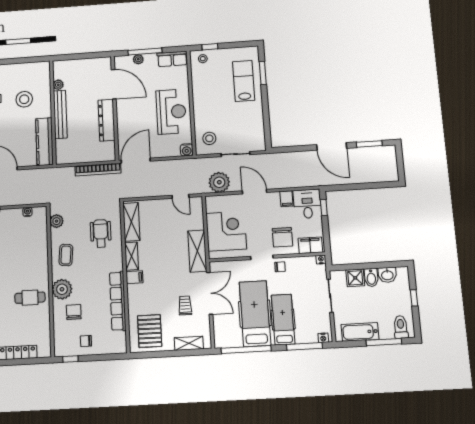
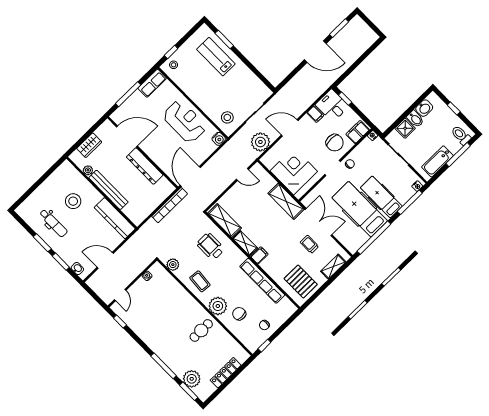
plant: (138, 59) -> (128, 104), removed
wardrobe: (77, 66) -> (89, 145), added

